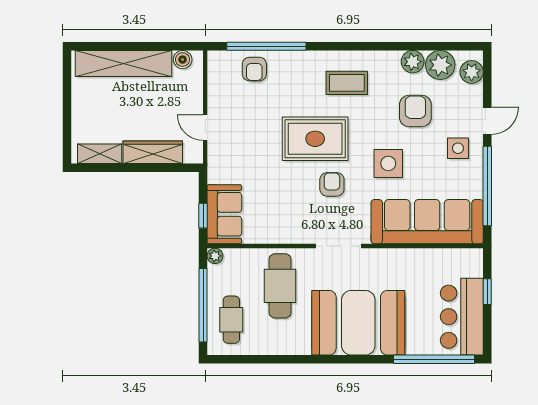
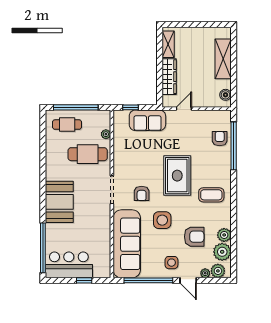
shelving: (124, 63) -> (223, 59), width x0.68
armchair: (254, 69) -> (220, 139), turned 90
coffee table: (347, 83) -> (211, 195), turned 90
plant: (475, 93) -> (205, 273), added
armchair: (332, 184) -> (142, 193), moved, turned 90
sofa: (224, 214) -> (147, 120), moved
plant: (215, 256) -> (106, 134), moved
booth: (358, 323) -> (59, 202), width x0.73, depth x0.70

